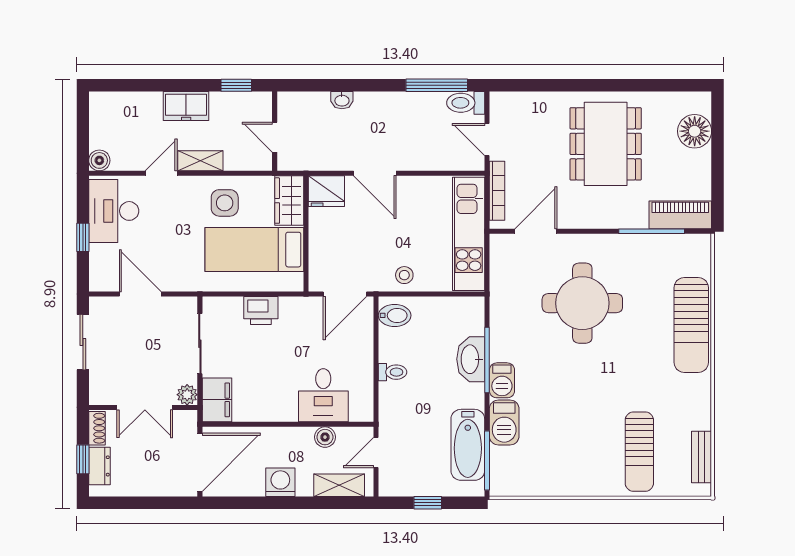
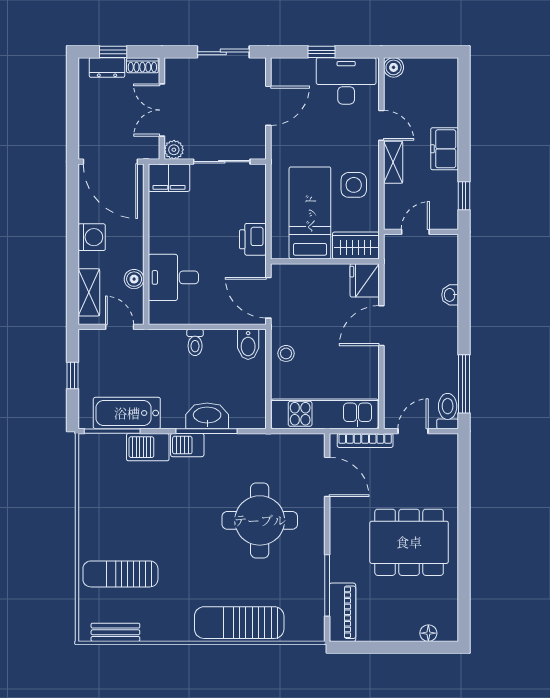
floor lamp: (695, 131) -> (428, 633), width x0.53, depth x0.53
printer: (261, 311) -> (253, 239), moved

